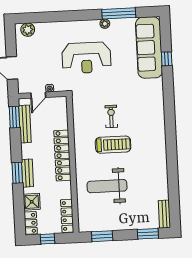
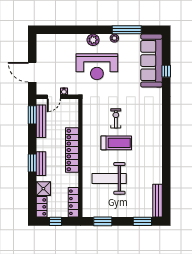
plant: (28, 30) -> (93, 40), moved
bench: (164, 214) -> (157, 201), width x1.36

